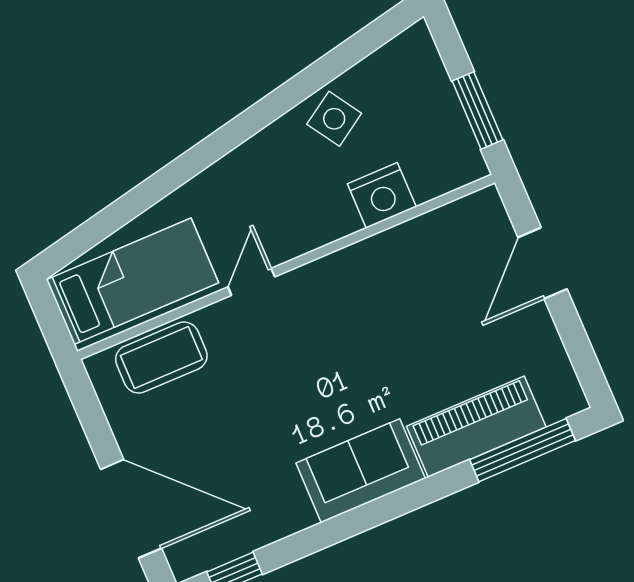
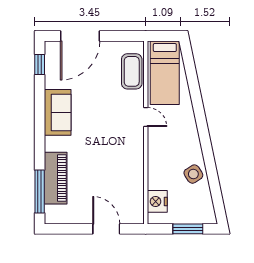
window: (477, 110) -> (188, 229), moved
nightstand: (382, 195) -> (157, 201), moved
sofa: (361, 471) -> (58, 112), moved

